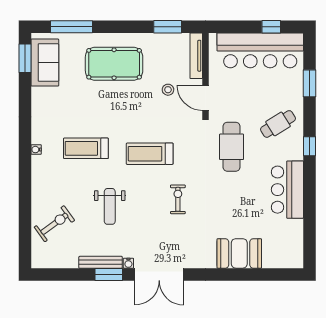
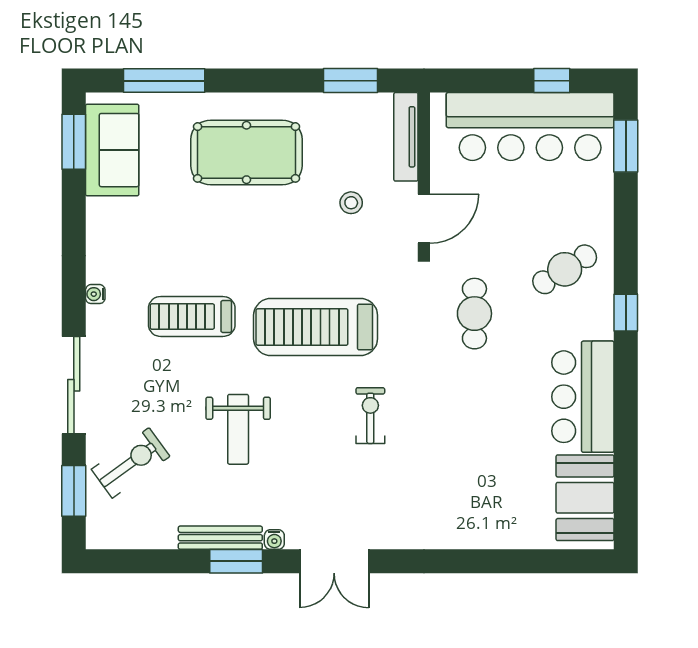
window: (309, 83) -> (626, 146), moved
door: (205, 98) -> (424, 219), swing flipped
cafe table: (232, 147) -> (474, 314), width x0.73, depth x0.74
water cooler: (36, 150) -> (95, 294), moved
treadmill: (150, 154) -> (316, 327), width x1.37, depth x1.38
sliding door: (25, 184) -> (74, 385), added
window: (25, 238) -> (74, 491), added
booth: (239, 253) -> (585, 498), moved, turned 90
double door: (159, 274) -> (334, 561), width x0.73

